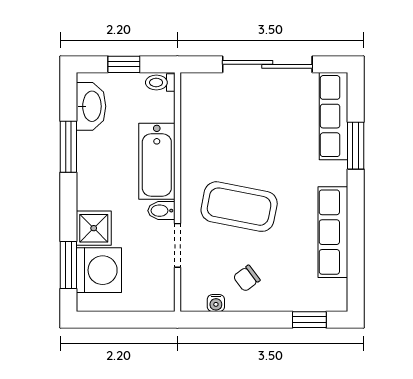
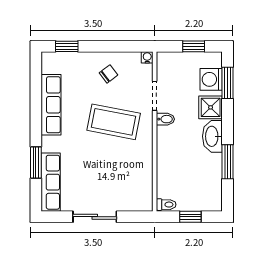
sliding door: (267, 64) -> (95, 217), width x0.73
washbasin: (91, 106) -> (212, 136), moved
bathtub: (157, 161) -> (168, 152), removed
washing machine: (99, 270) -> (211, 79), width x0.73, depth x0.73
water cooler: (216, 303) -> (147, 57), moved
window: (119, 320) -> (194, 46), added

